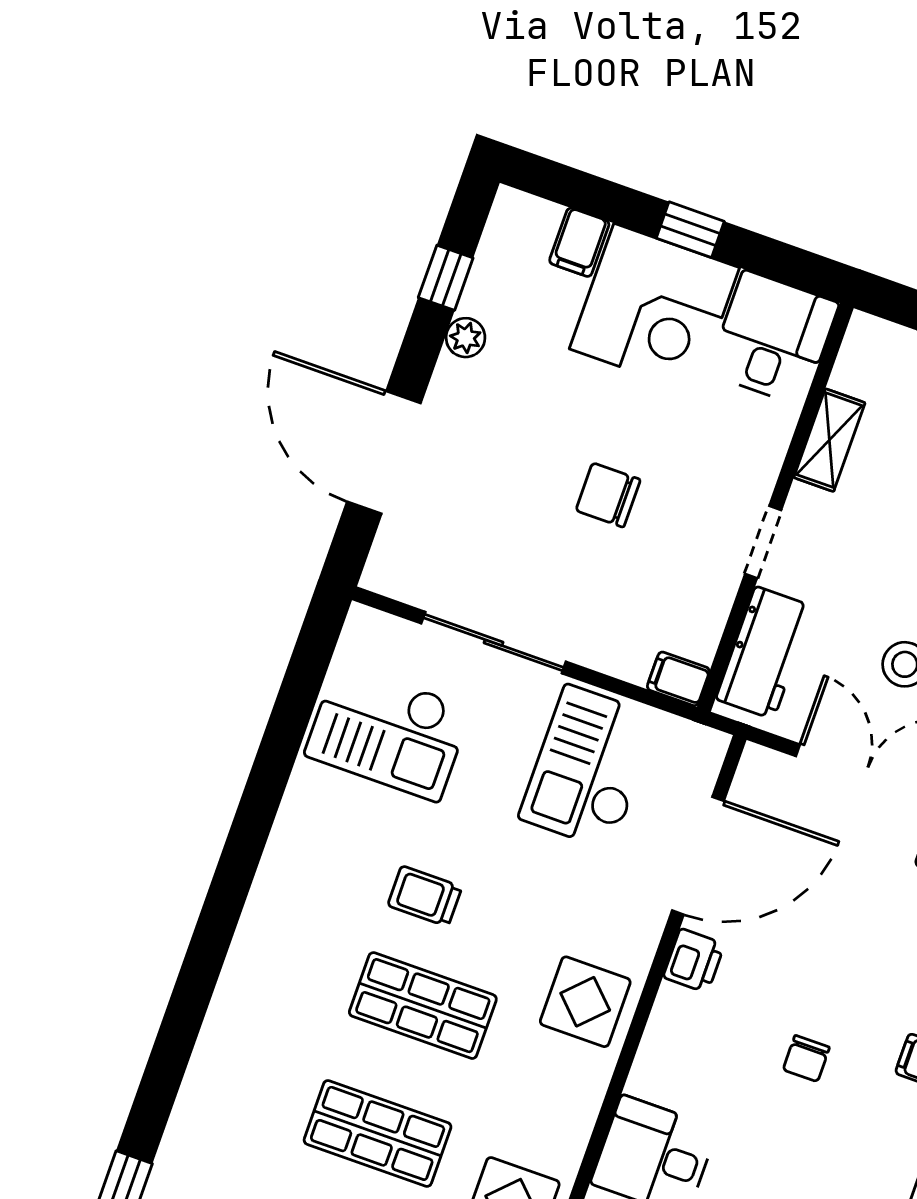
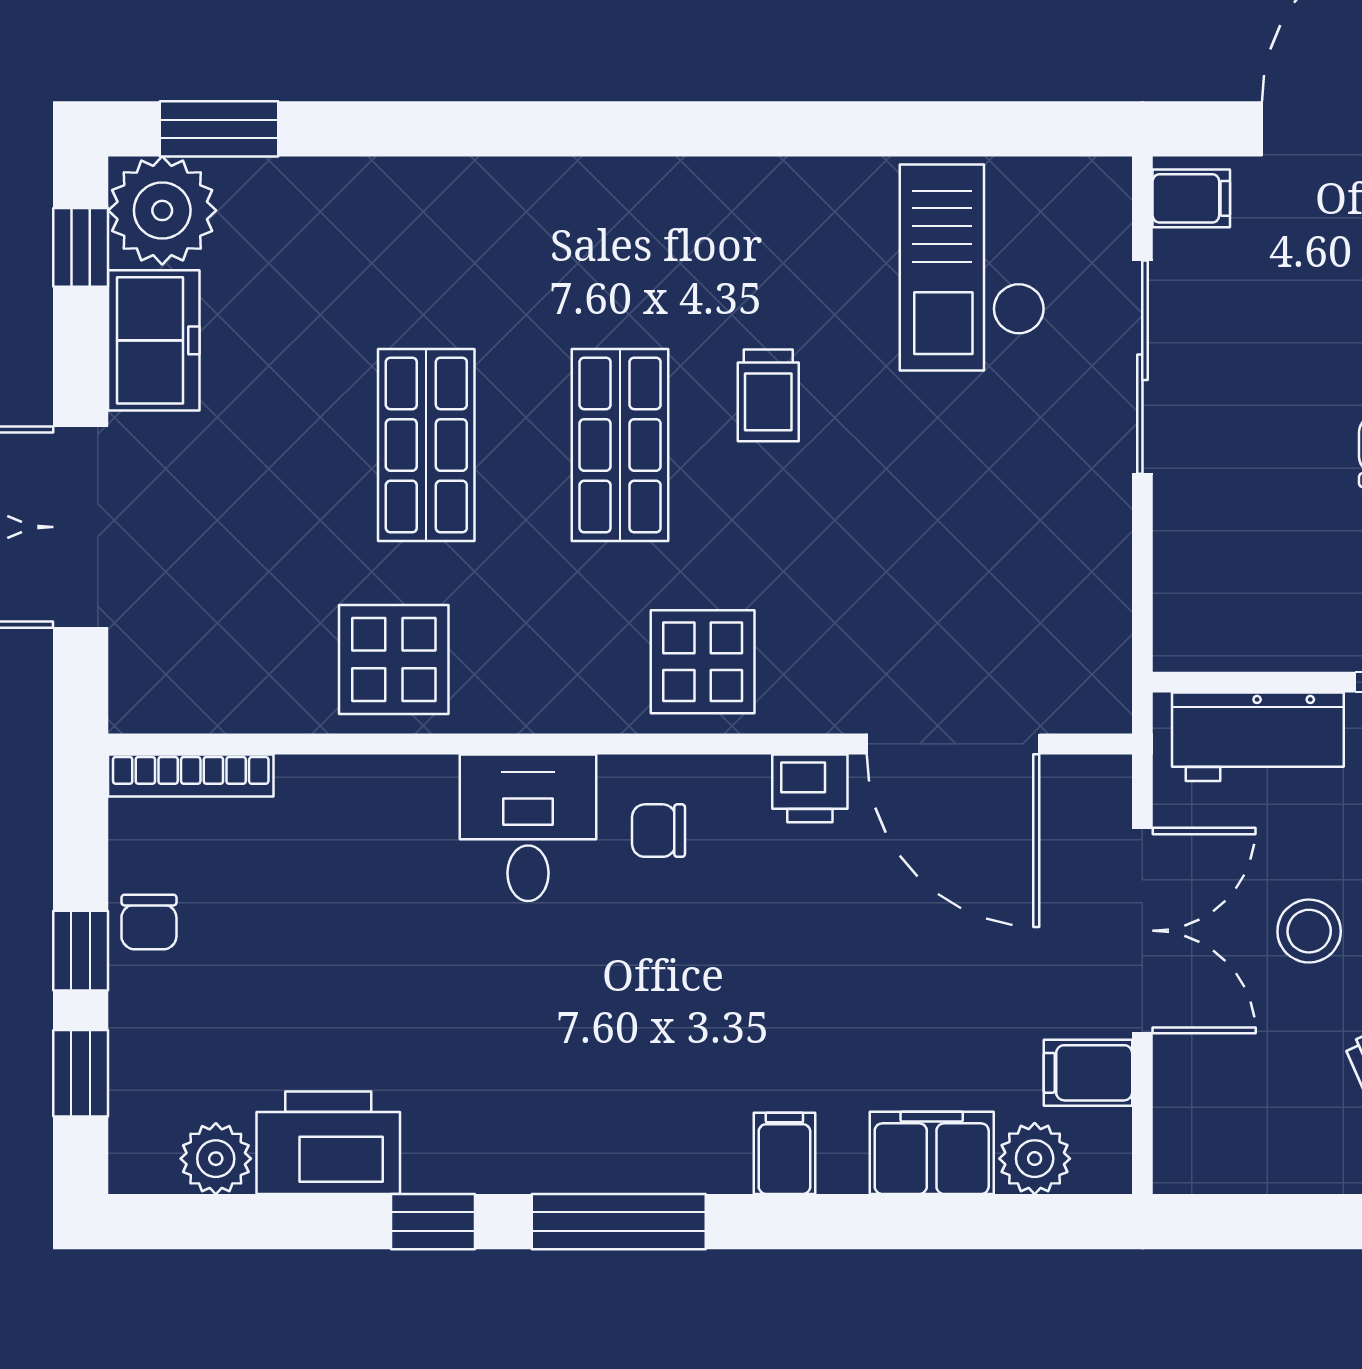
filing cabinet: (678, 679) -> (1191, 198), moved, turned 90
checkout: (589, 767) -> (1020, 555), removed
trolley: (425, 896) -> (768, 395), turned 180
chair: (806, 1059) -> (659, 831), moved

